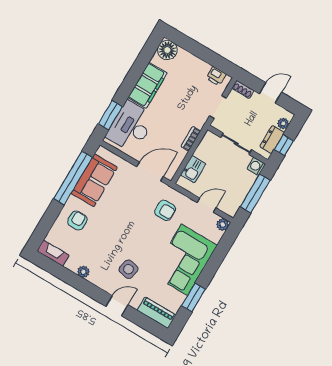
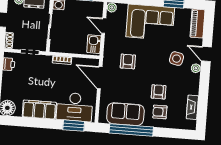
kitchen sink: (193, 169) -> (94, 44), moved, turned -90
armchair: (165, 210) -> (128, 61), moved
armchair: (101, 230) -> (159, 92), added
fireplace: (53, 253) -> (192, 107), moved
plant: (83, 272) -> (196, 68), moved

